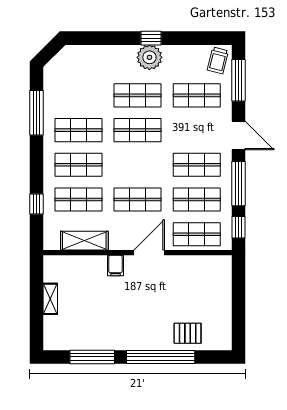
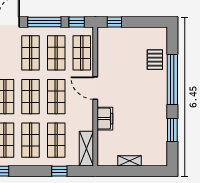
shop shelf: (138, 165) -> (31, 97), added
shelving: (84, 241) -> (86, 149), moved
filing cabinet: (115, 266) -> (105, 119), width x2.00
window: (239, 278) -> (114, 22), added
window: (92, 357) -> (172, 130), width x0.69

